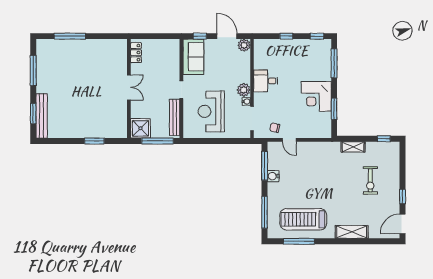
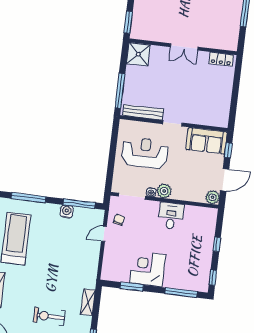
locker: (136, 53) -> (221, 59), moved
double door: (129, 87) -> (184, 47), moved
wall: (129, 89) -> (183, 47), moved
shower: (140, 128) -> (138, 54), moved

